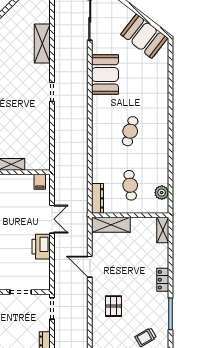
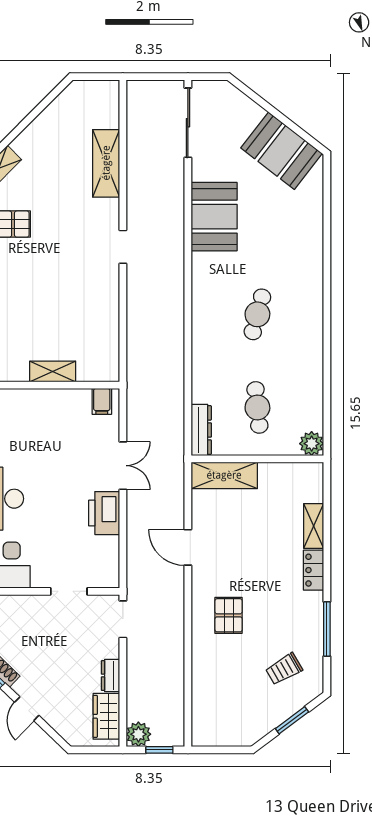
plant: (162, 193) -> (312, 444), moved
shelving: (163, 230) -> (314, 526), moved

